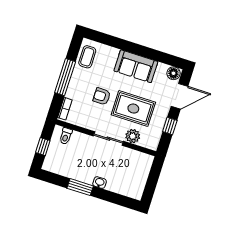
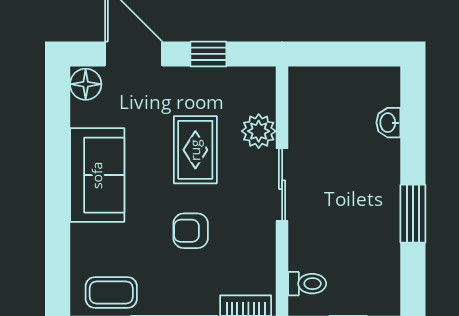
armchair: (102, 96) -> (191, 231), turned 90
rug: (133, 109) -> (195, 150), width x0.73, depth x0.70
washbasin: (100, 183) -> (388, 123), moved

